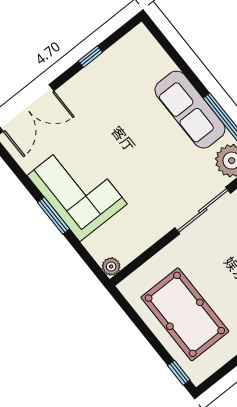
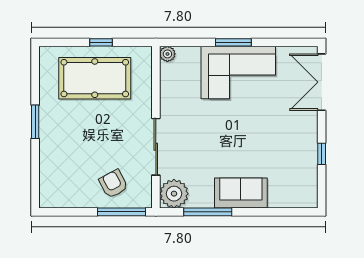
sofa: (190, 110) -> (241, 193), width x0.73
window: (179, 373) -> (101, 42), moved

